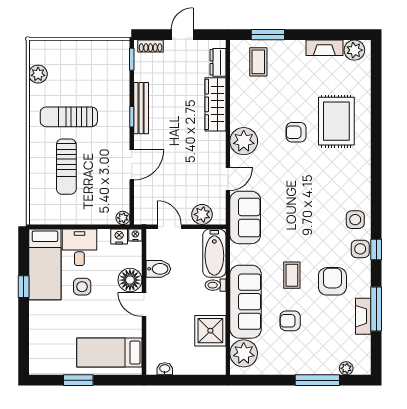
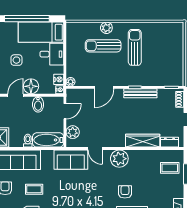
plant: (38, 74) -> (106, 28), moved
door: (132, 165) -> (104, 87), hinge flipped
window: (24, 287) -> (27, 19), width x3.17
side table: (82, 287) -> (16, 60), moved

